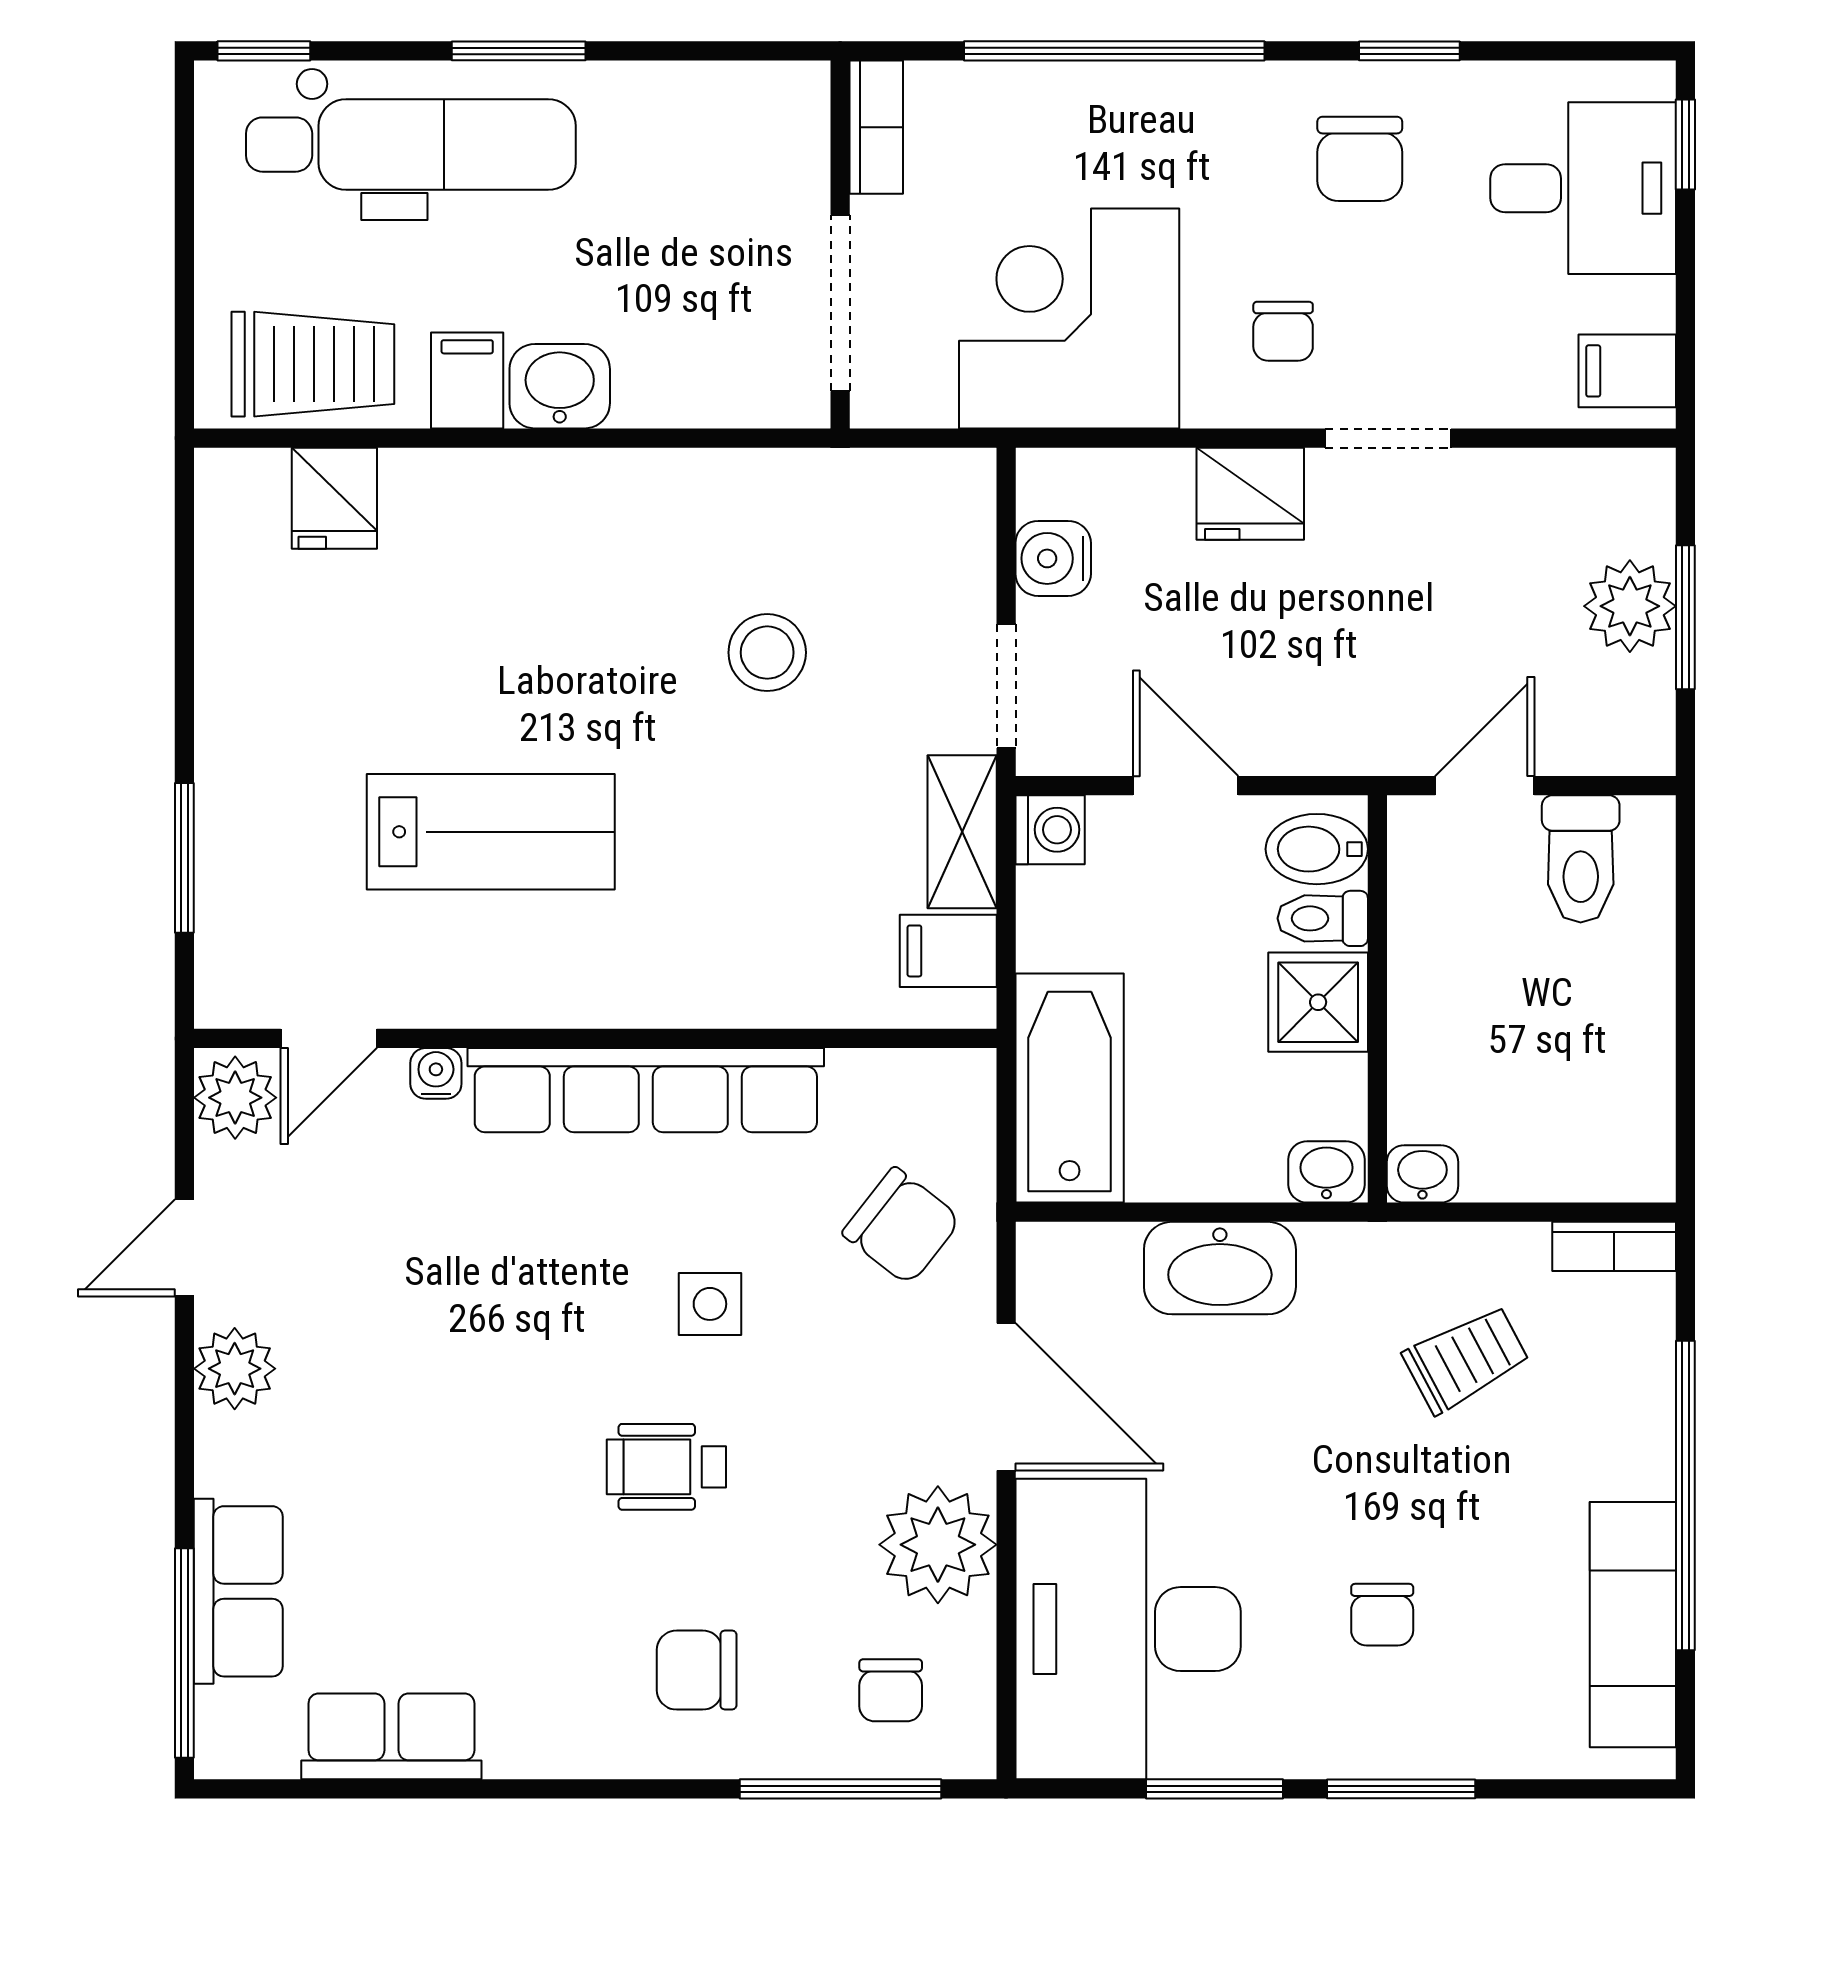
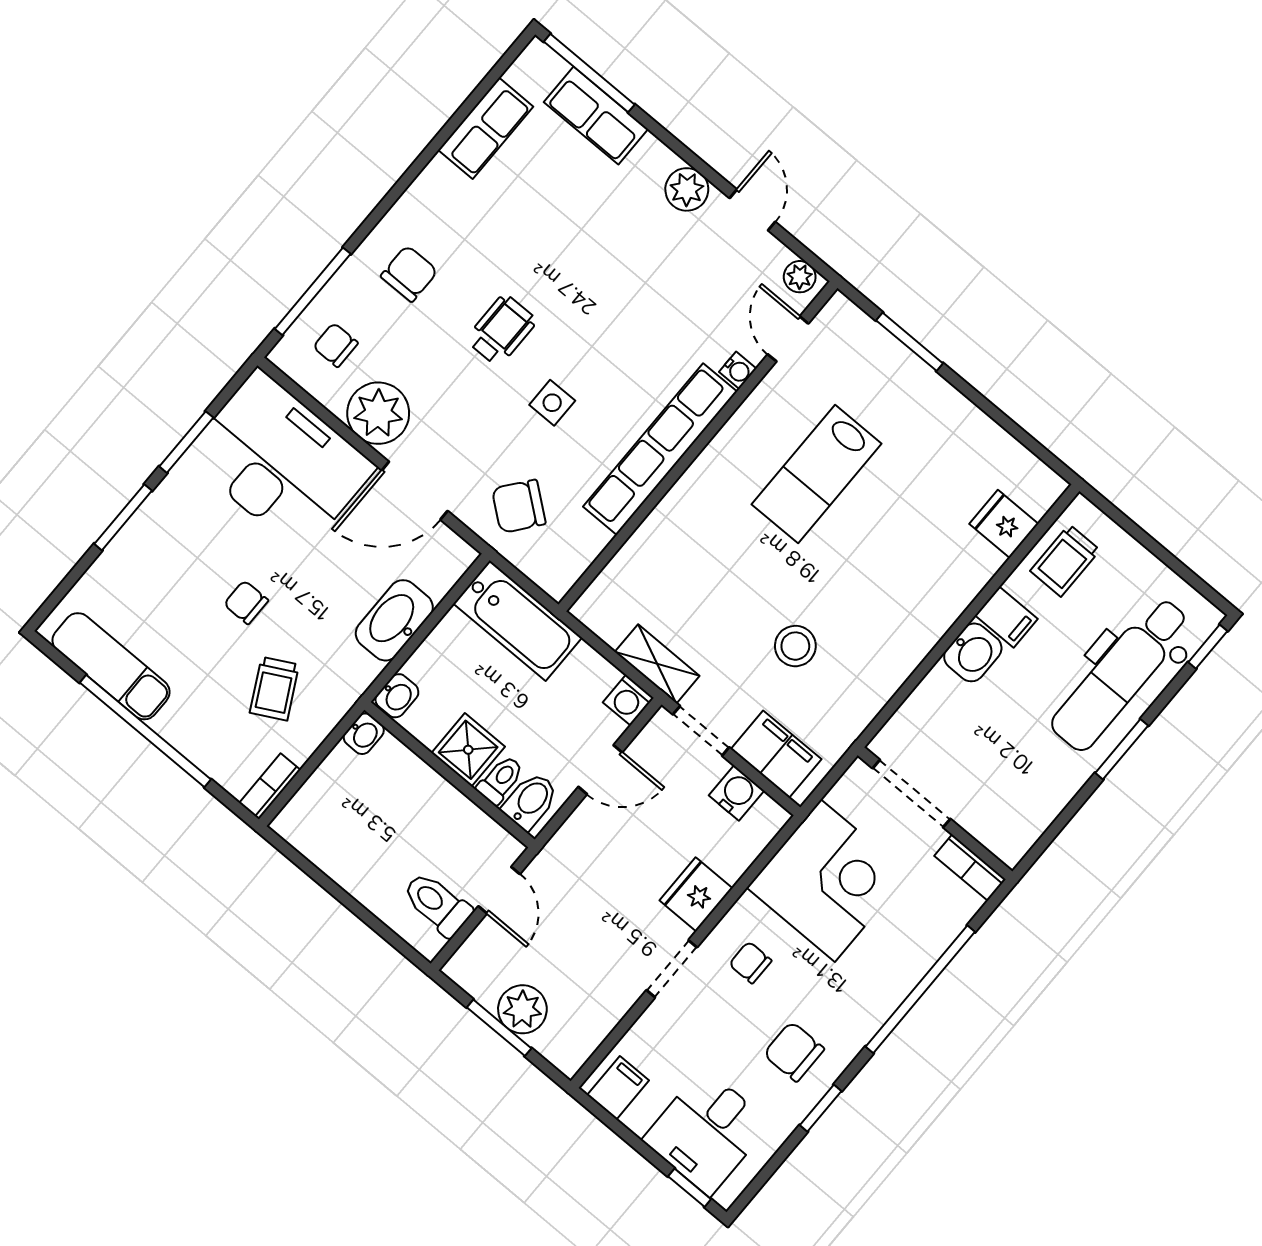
trolley: (313, 364) -> (1065, 560), width x0.73, depth x0.72
filing cabinet: (948, 951) -> (776, 754), moved, width x2.00
plant: (235, 1098) -> (800, 277), width x0.73, depth x0.73
chair: (1382, 1615) -> (246, 602), moved

